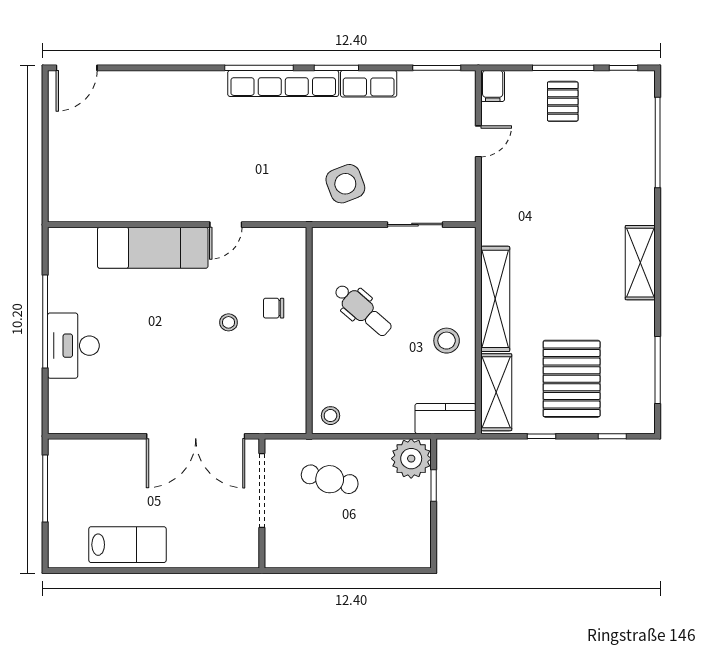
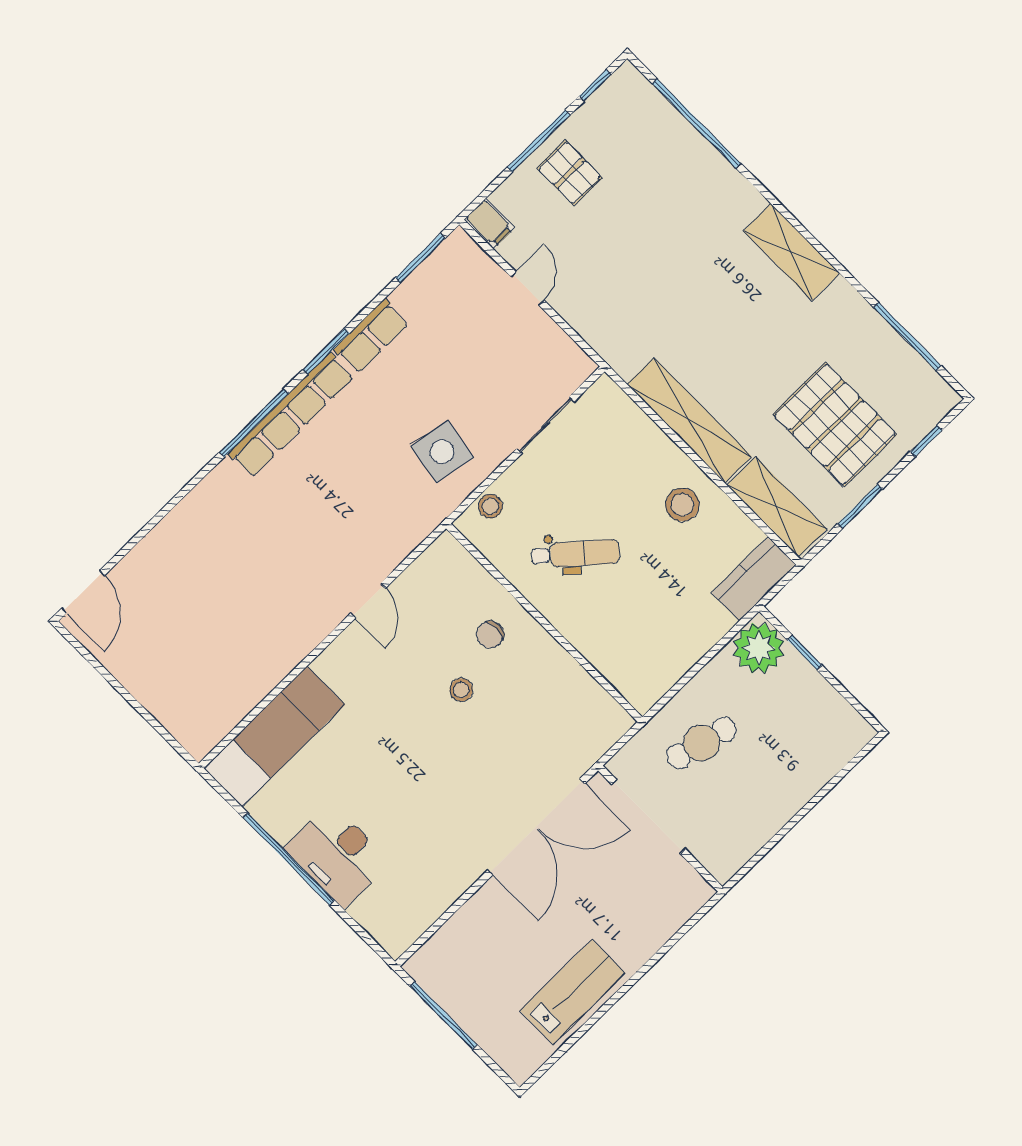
side table: (345, 184) -> (442, 452), turned 31
exam couch: (153, 248) -> (274, 736), moved
stool: (330, 416) -> (490, 506), moved
window: (541, 436) -> (860, 506), width x1.50

